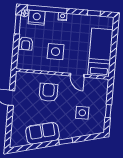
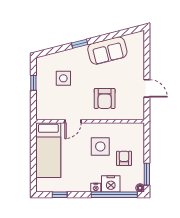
nightstand: (37, 18) -> (111, 184), moved
armchair: (26, 44) -> (124, 158), moved
door: (77, 75) -> (73, 121), swing flipped

